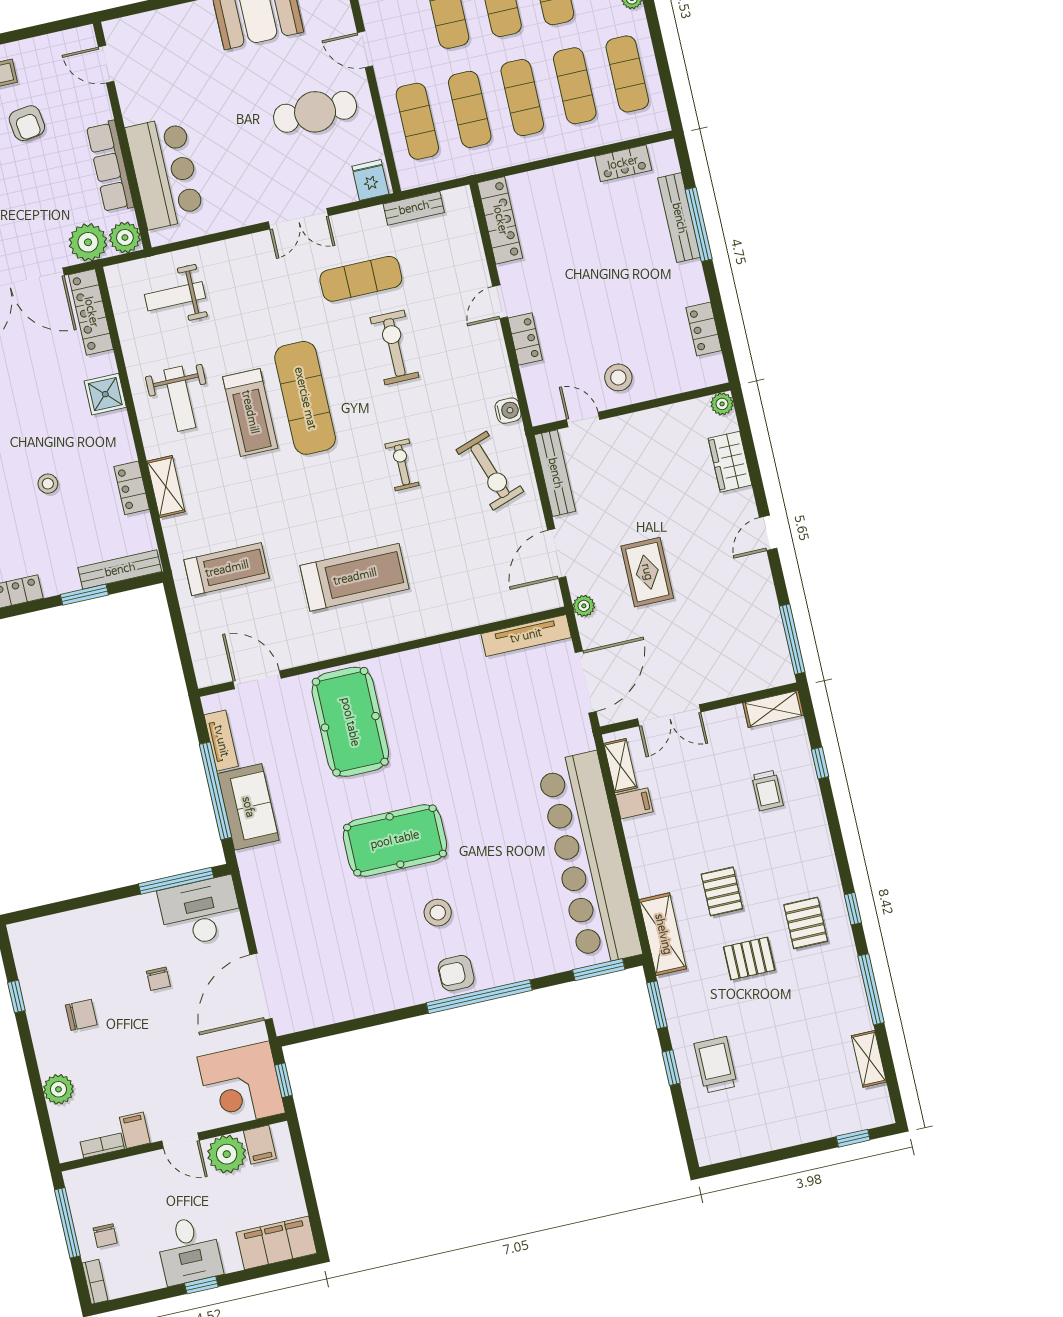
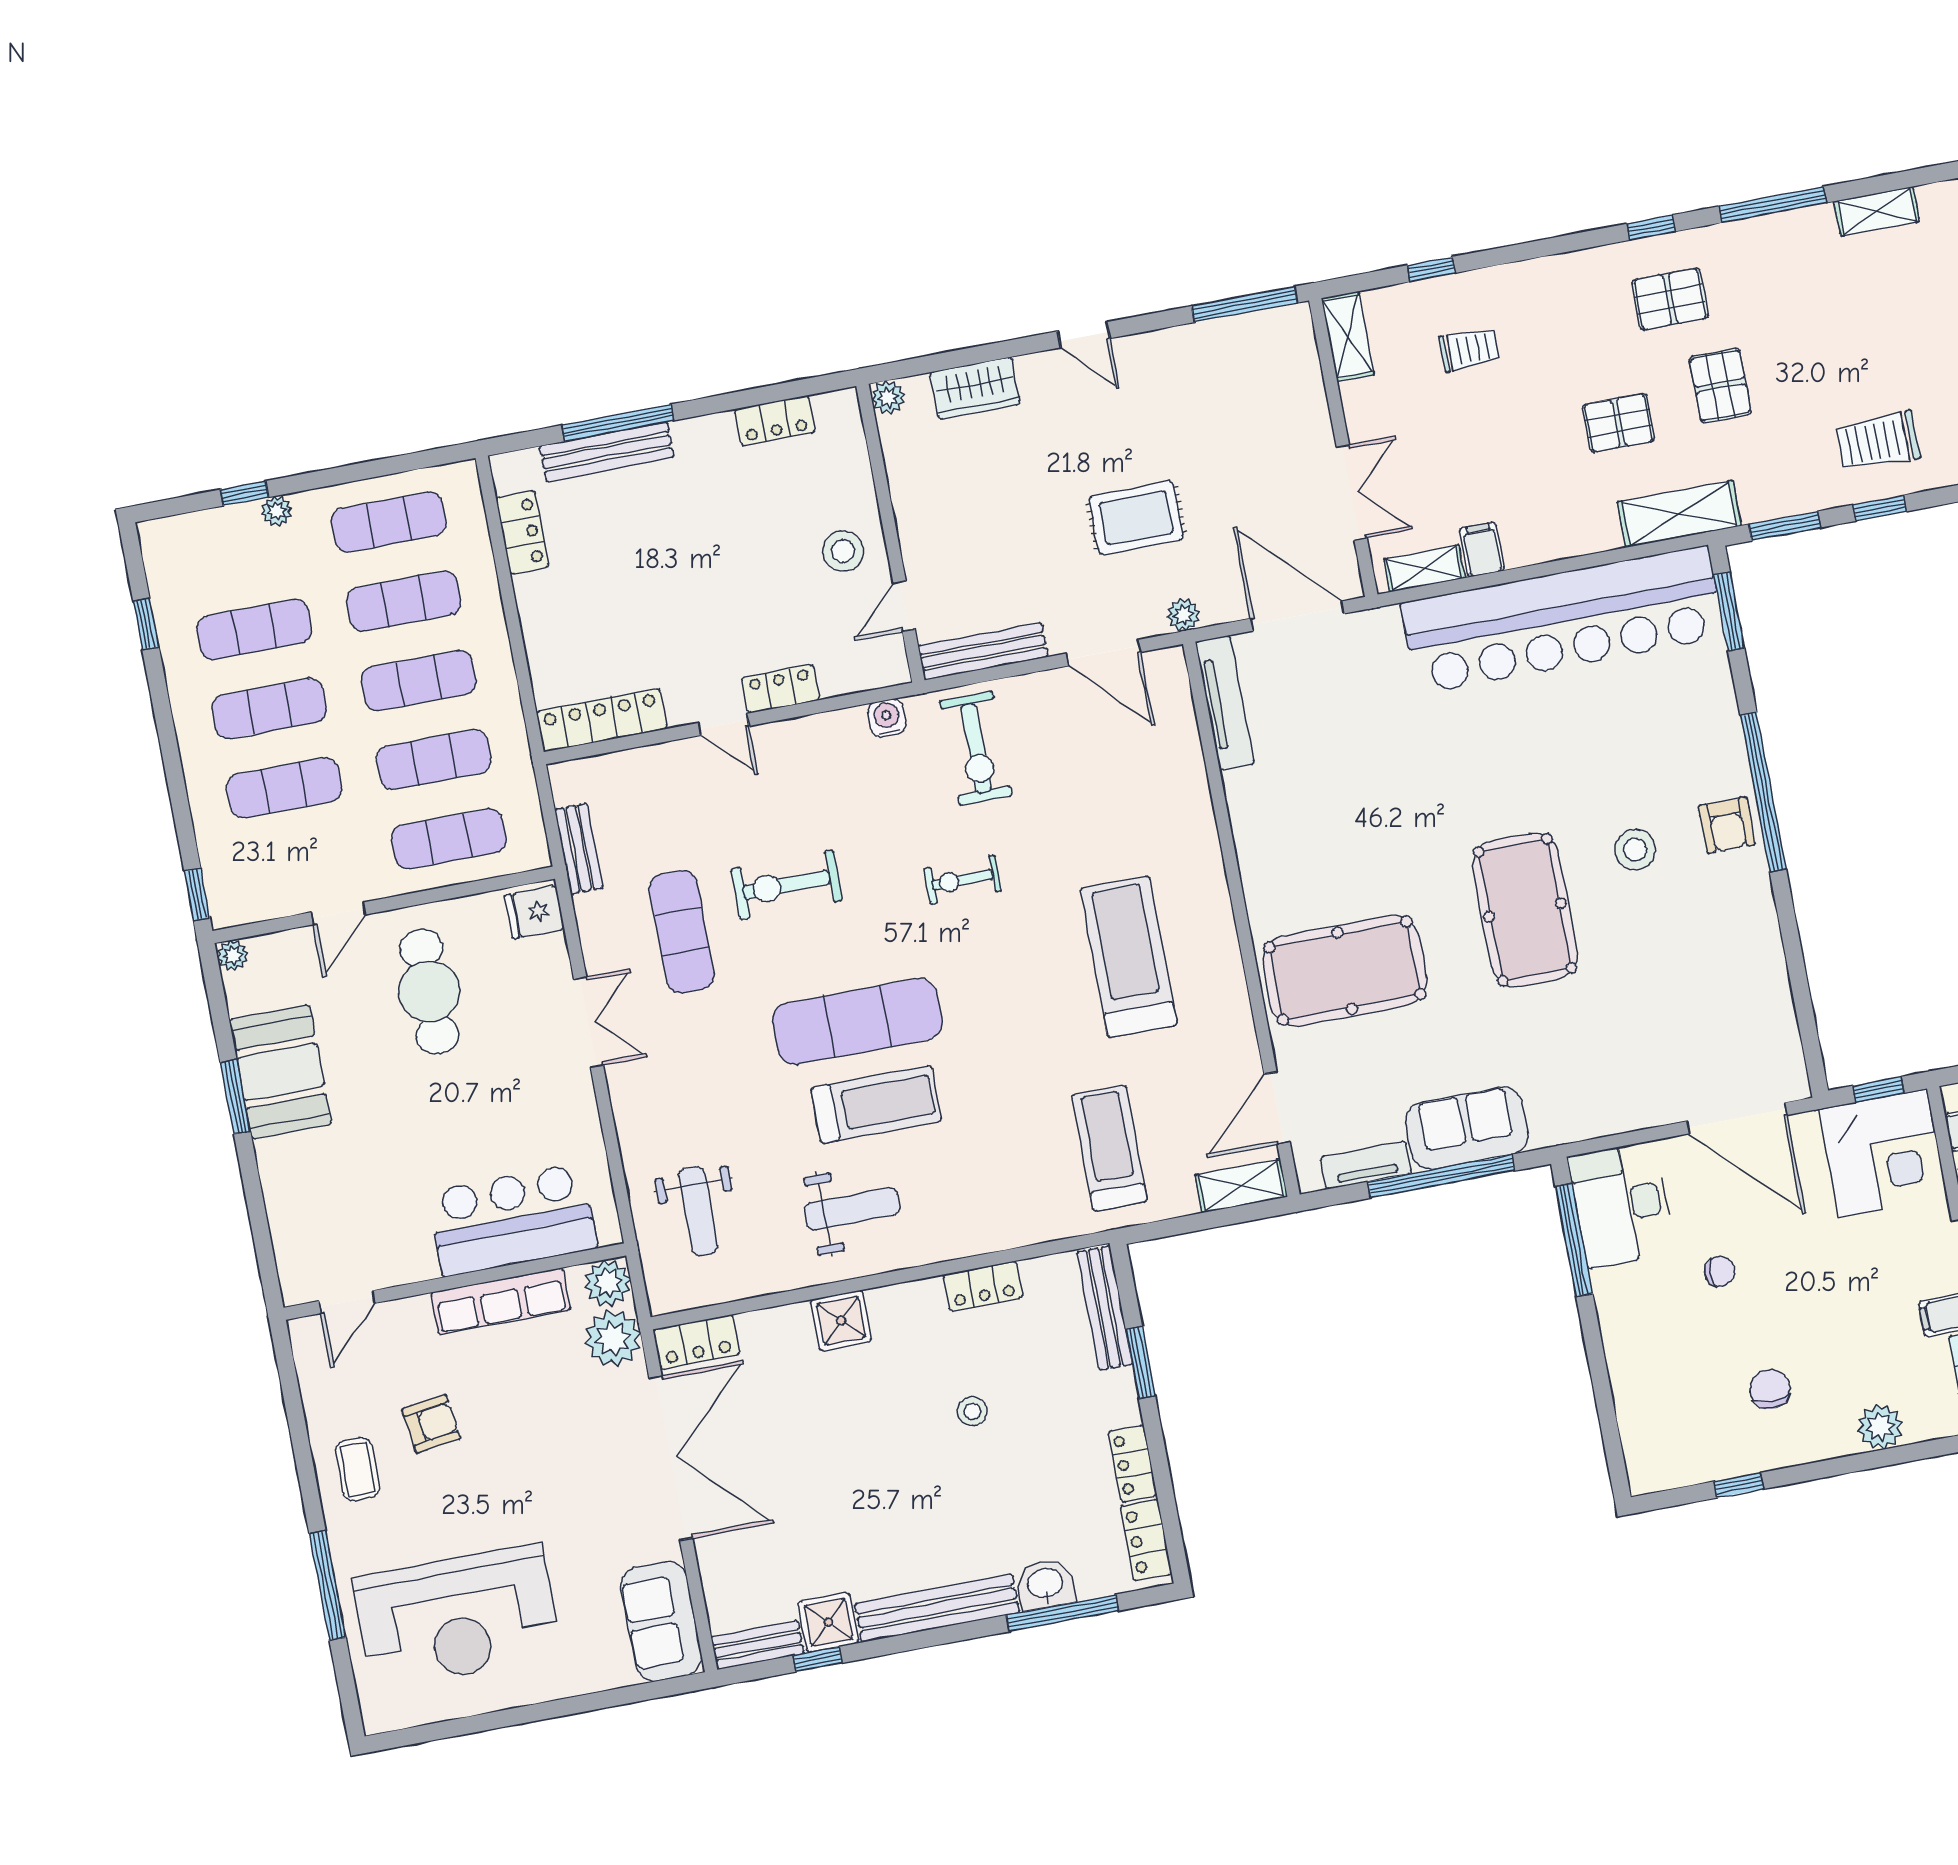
locker: (91, 312) -> (696, 1342), width x0.66
exercise bike: (490, 471) -> (976, 748), turned 109
shelving: (166, 486) -> (1241, 1186), moved

